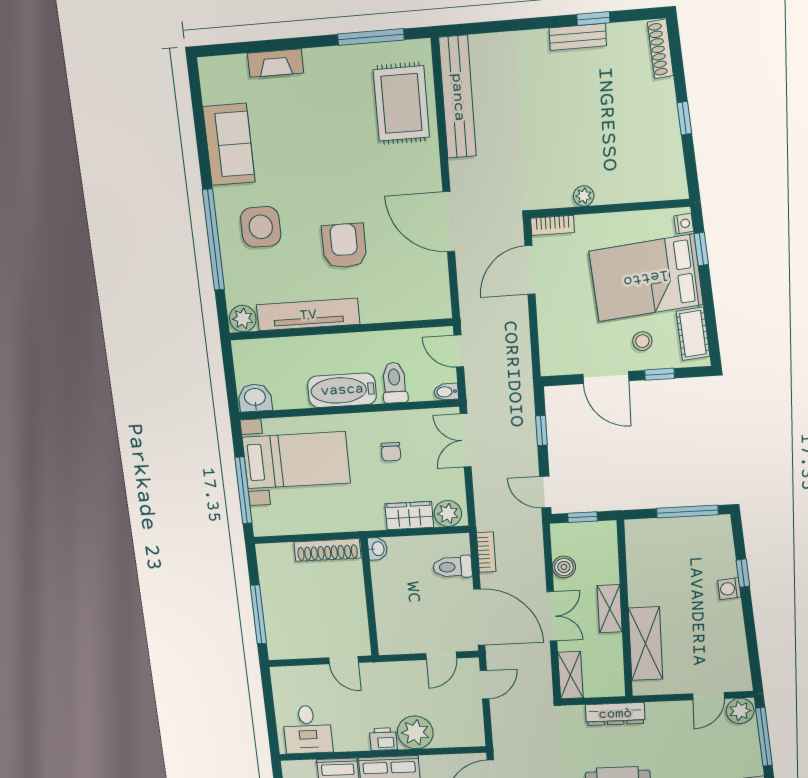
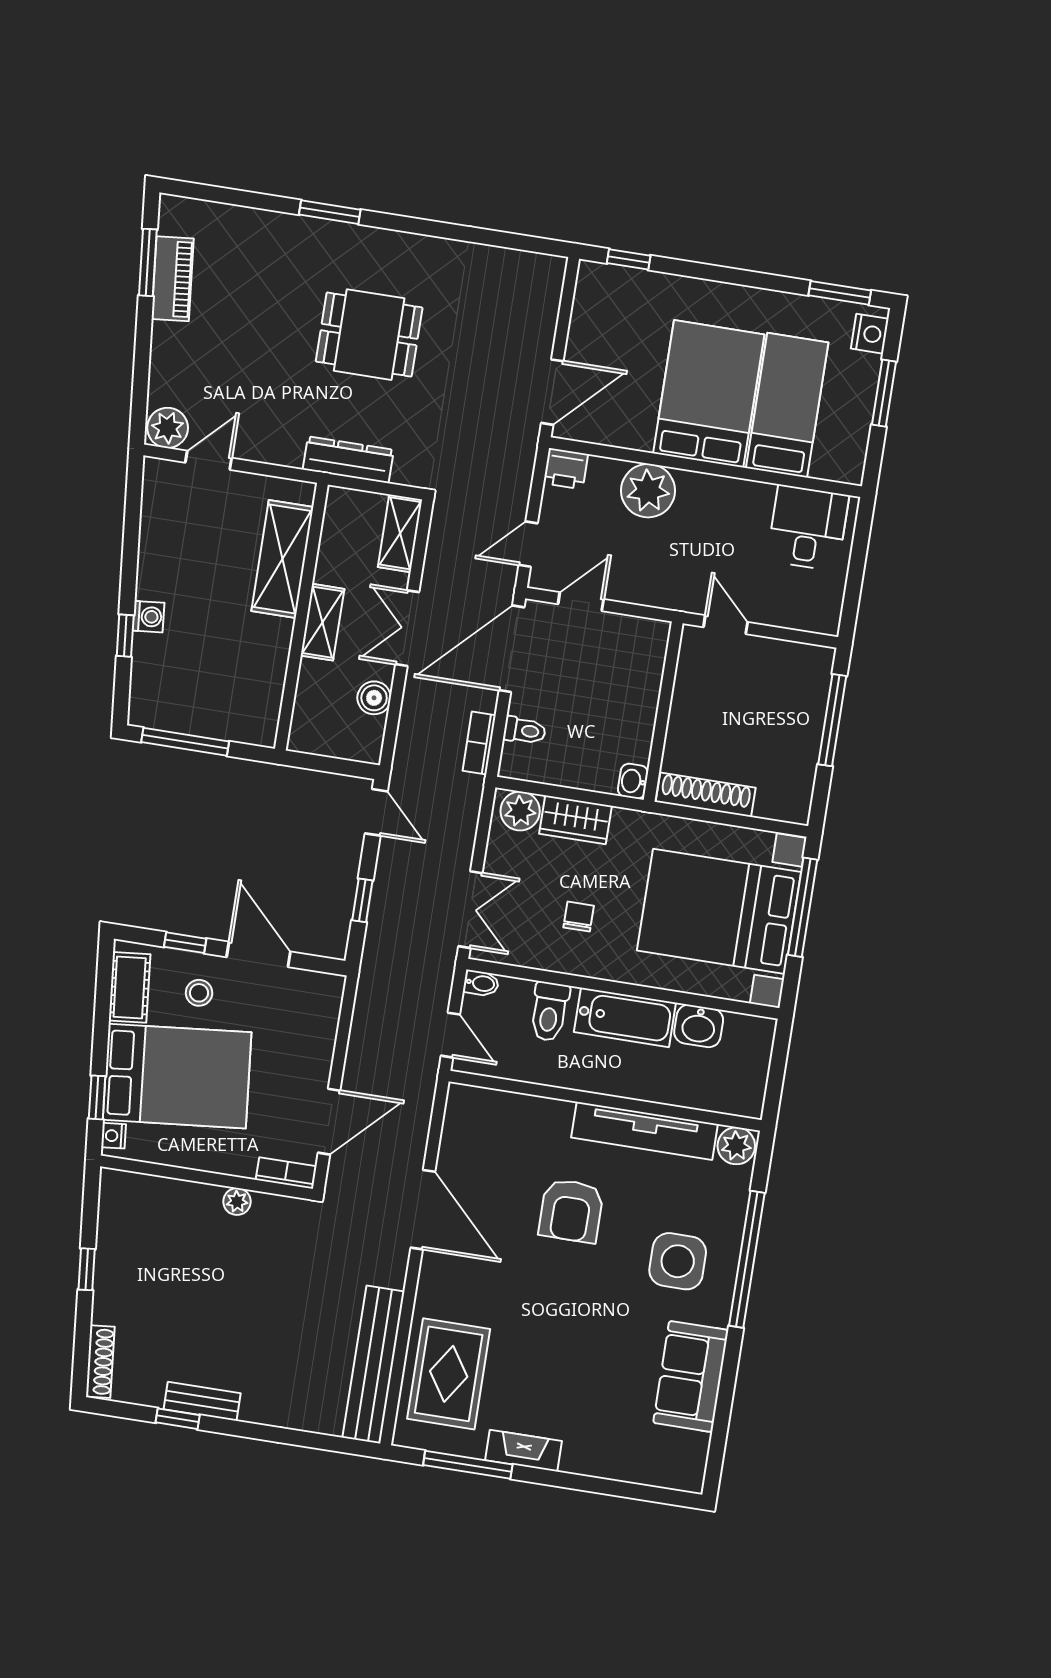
fireplace: (275, 63) -> (523, 1451), moved
washbasin: (255, 398) -> (699, 1026), moved
bed with nightstands: (296, 460) -> (719, 911), width x1.36
window: (583, 517) -> (332, 765), removed
toilet: (453, 567) -> (525, 730), width x0.73, depth x0.72
door: (479, 617) -> (512, 649), hinge flipped
window: (764, 737) -> (141, 380), removed
printer: (383, 739) -> (566, 469), moved

